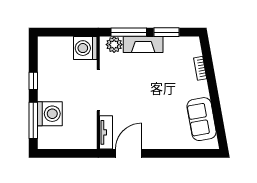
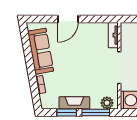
fireplace: (143, 45) -> (74, 103), moved
sofa: (202, 119) -> (41, 51), width x1.36
door: (129, 153) -> (68, 19), moved

